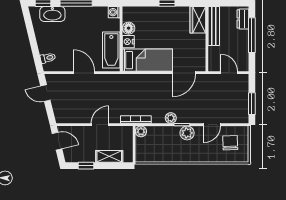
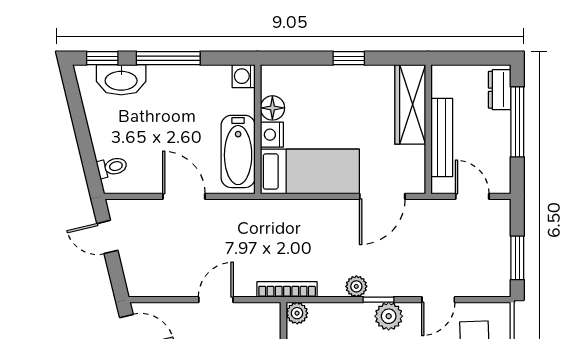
wardrobe: (198, 20) -> (410, 104), width x1.50
bench: (214, 26) -> (442, 138), moved

